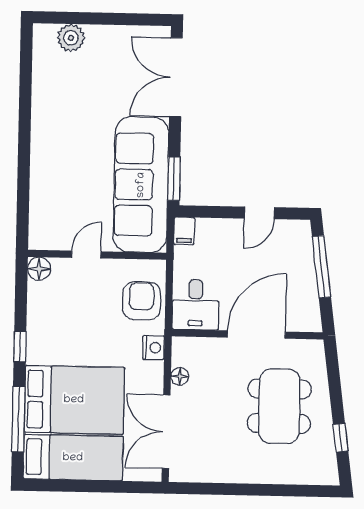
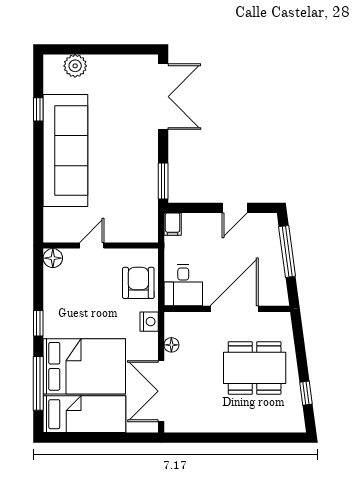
double door: (176, 77) -> (163, 97), swing flipped
window: (25, 89) -> (38, 109), added
sofa: (141, 185) -> (65, 151), moved, turned 180
dining table: (279, 406) -> (255, 368), turned 90

